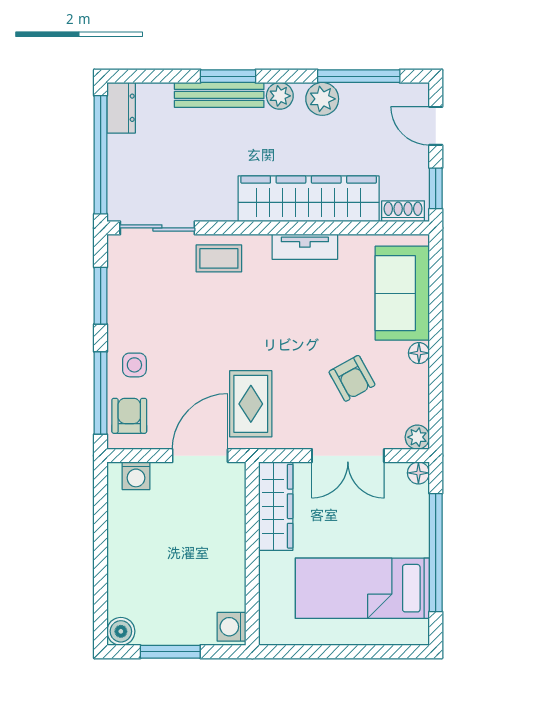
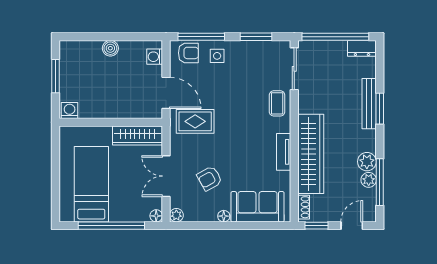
plant: (280, 96) -> (369, 180), moved
boiler: (121, 631) -> (110, 48), moved

